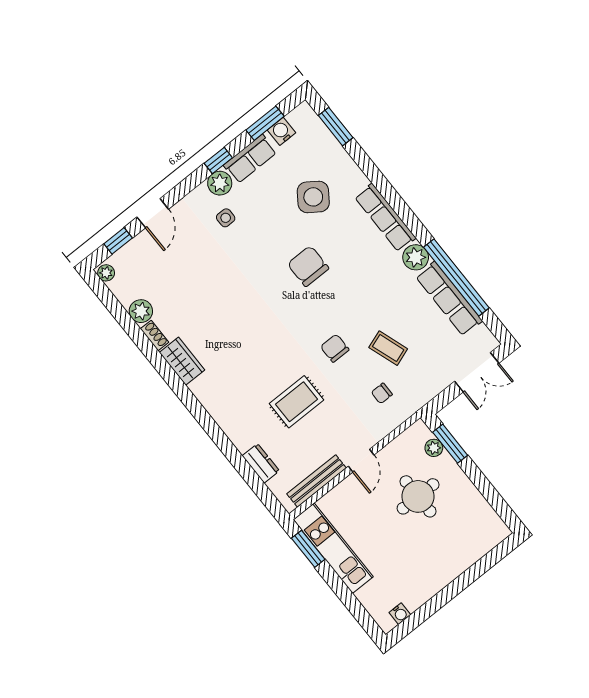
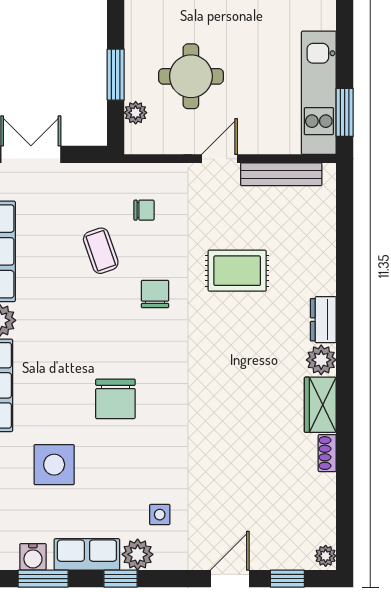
side table: (313, 197) -> (54, 465), turned -35
plant: (141, 311) -> (321, 360), moved
chair: (335, 348) -> (155, 294), turned 180
window: (450, 444) -> (116, 75), moved
dresser: (261, 463) -> (323, 320), moved

